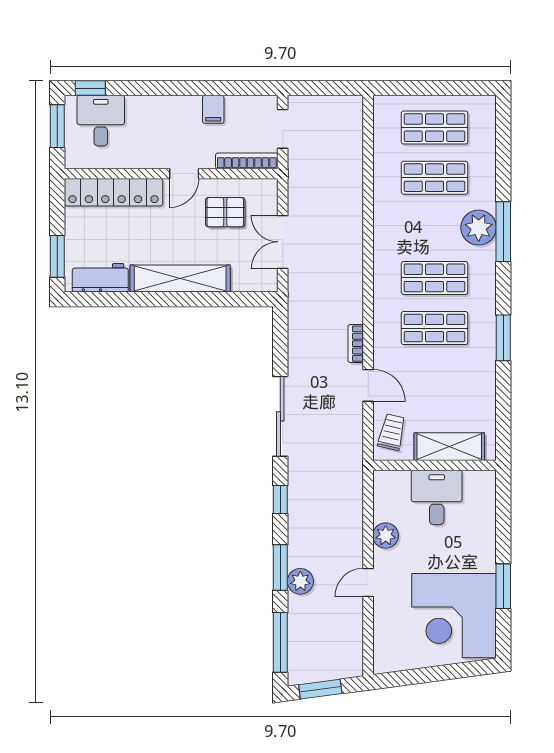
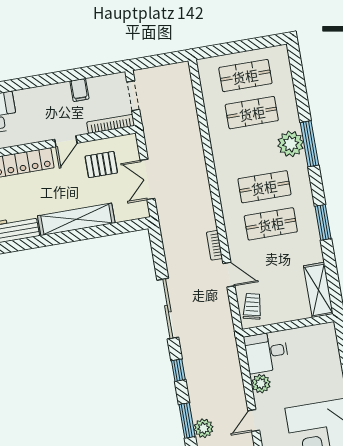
shelving: (449, 447) -> (318, 290), moved, turned 90
desk: (437, 497) -> (267, 352), moved, turned -90

